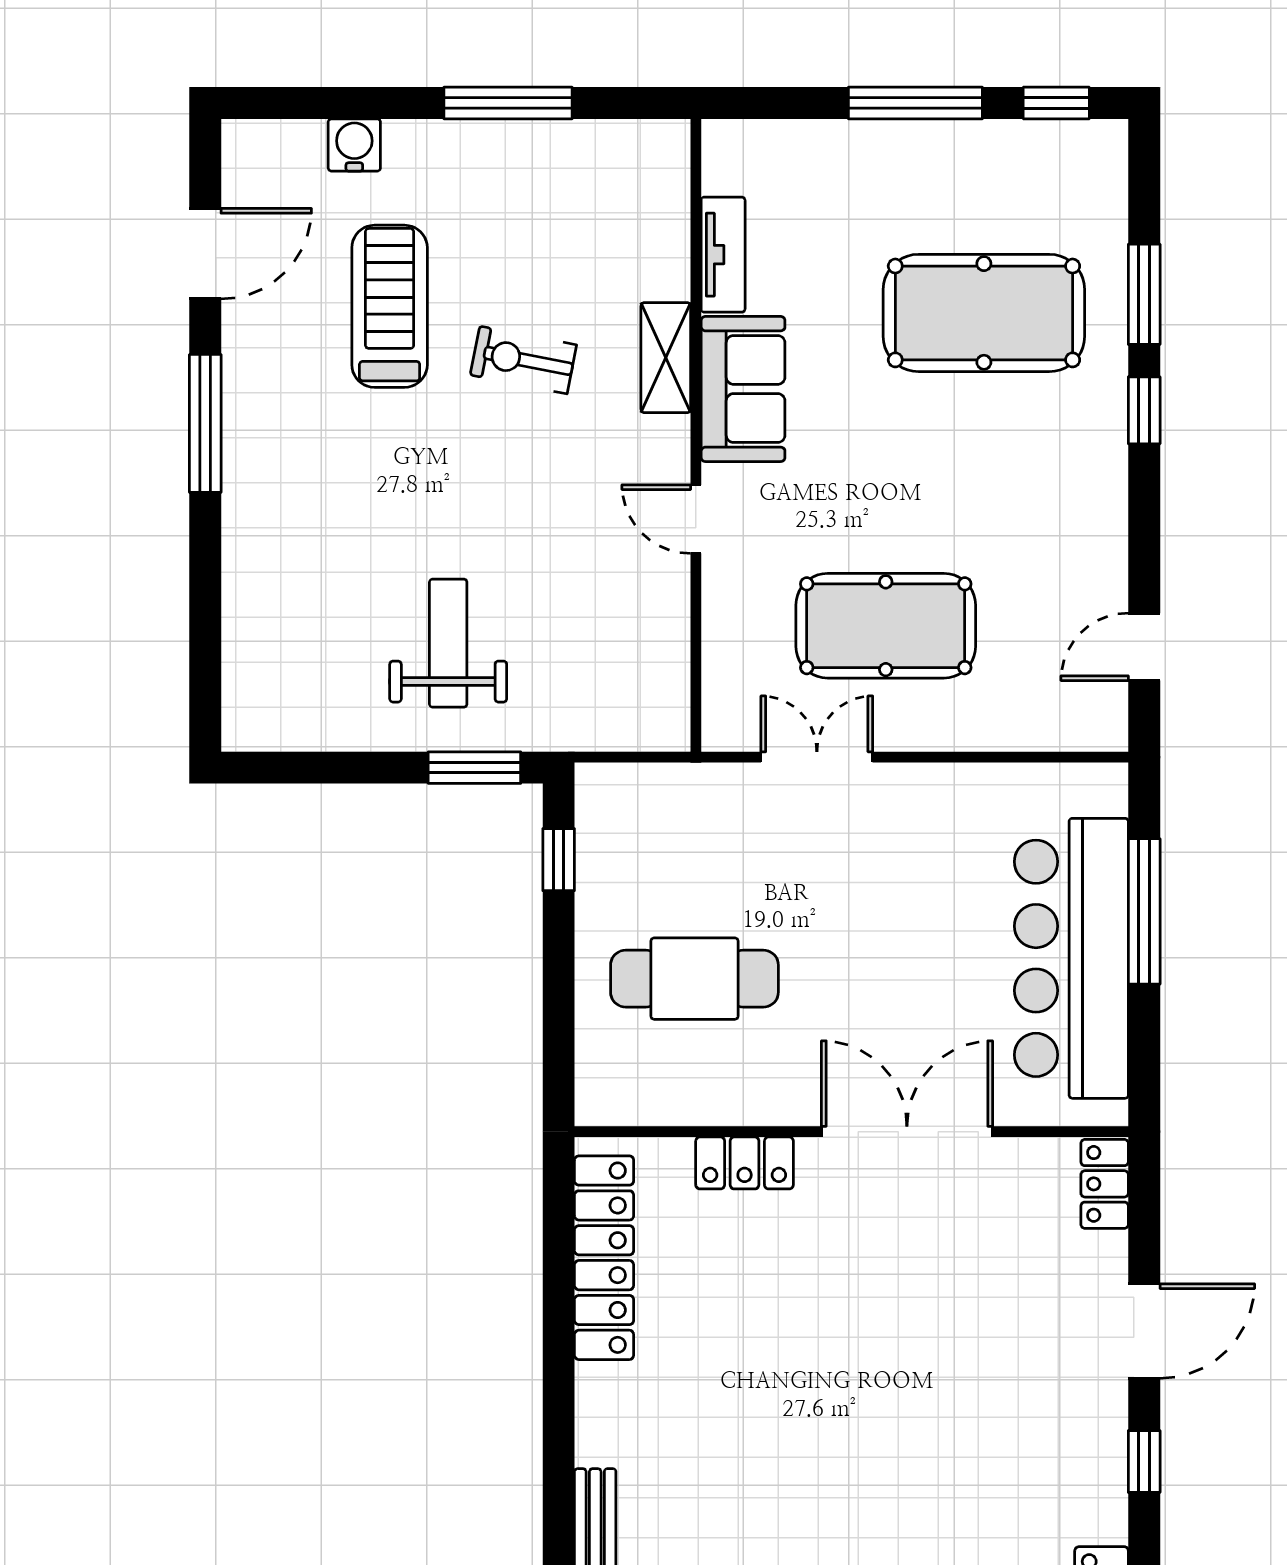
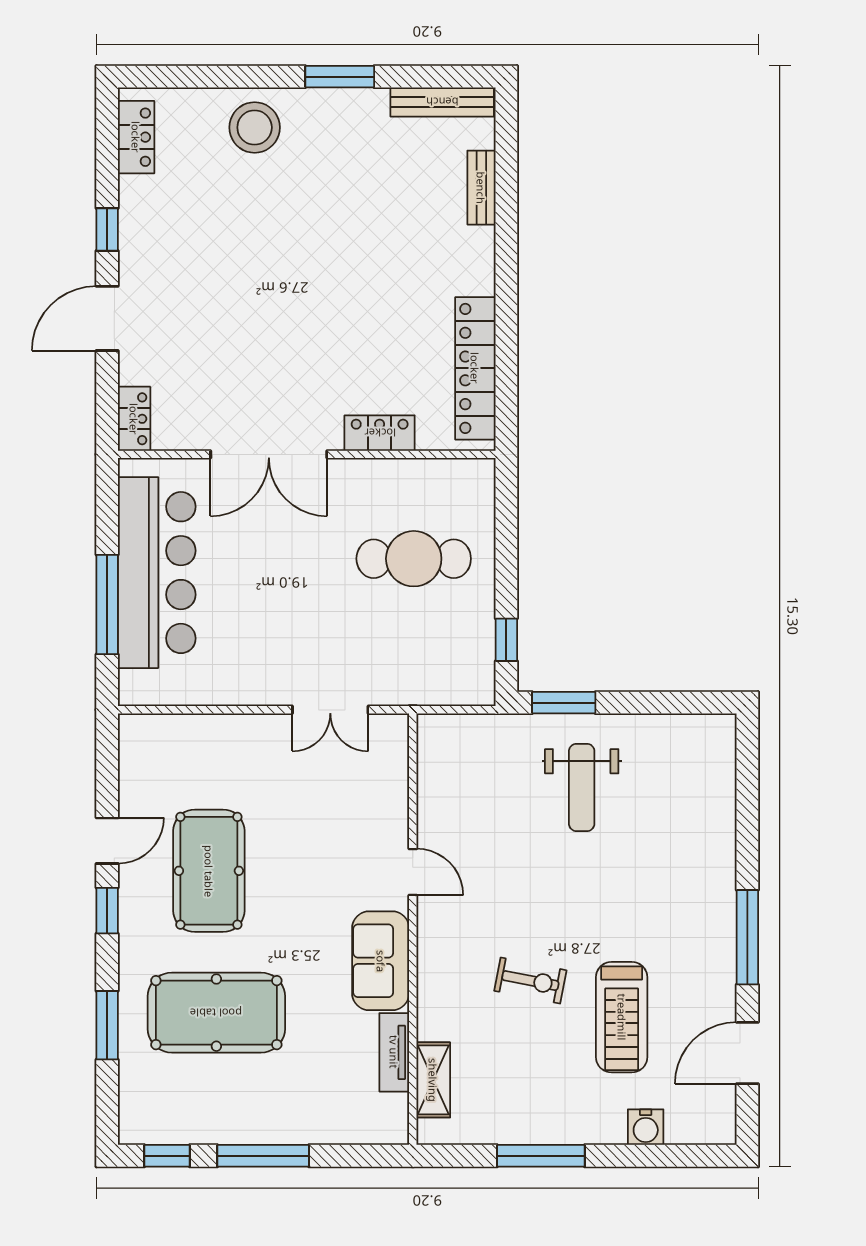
shelving: (666, 358) -> (433, 1080), moved
window: (1144, 410) -> (107, 911), moved
pool table: (886, 626) -> (209, 871), moved, turned 90
door: (1144, 647) -> (107, 841), moved

